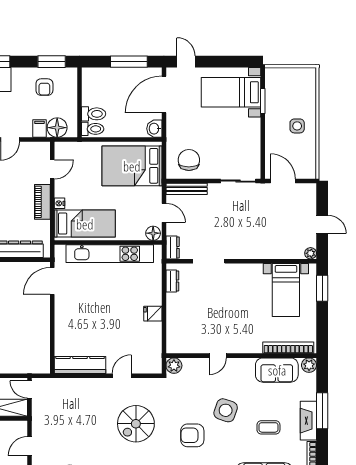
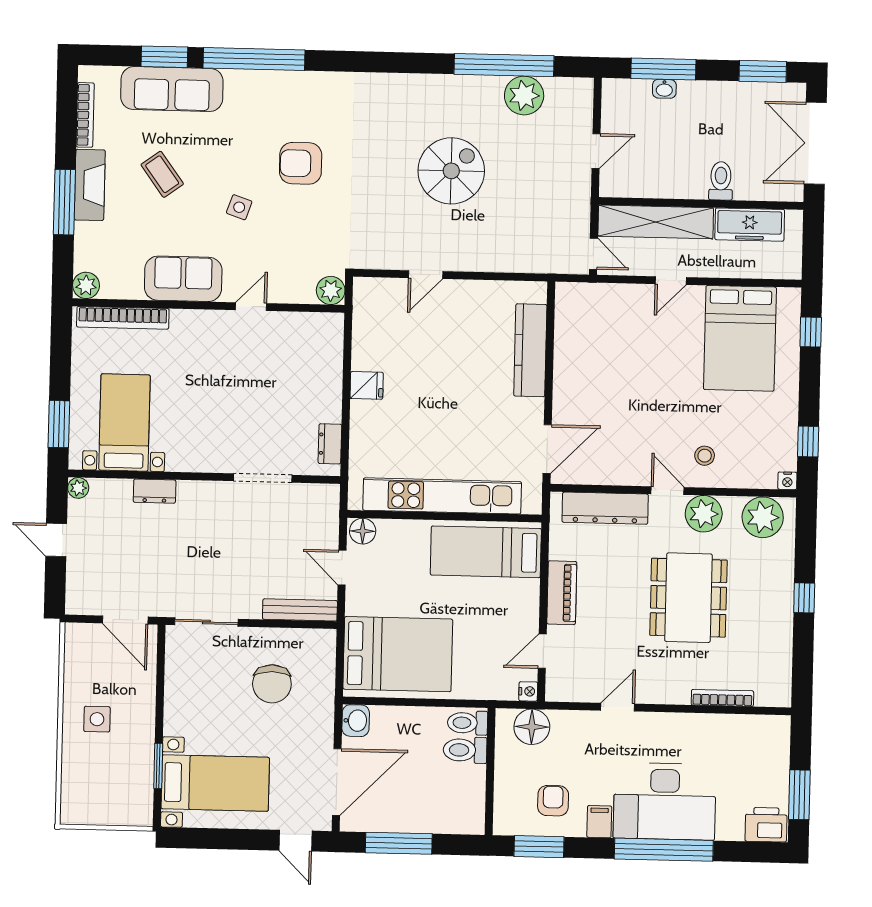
filing cabinet: (39, 129) -> (599, 822), moved, turned 180
chair: (189, 160) -> (272, 684), moved
nightstand: (60, 203) -> (528, 691), moved
dresser: (173, 247) -> (155, 491), moved, turned -90
kitchen counter: (80, 365) -> (530, 350), moved, turned 90
sofa: (277, 370) -> (183, 279), moved
side table: (226, 410) -> (239, 207), width x0.54, depth x0.54
spiral stairs: (136, 424) -> (451, 171), moved
coffee table: (268, 427) -> (162, 174), turned 54
armchair: (192, 435) -> (301, 163), turned 180

